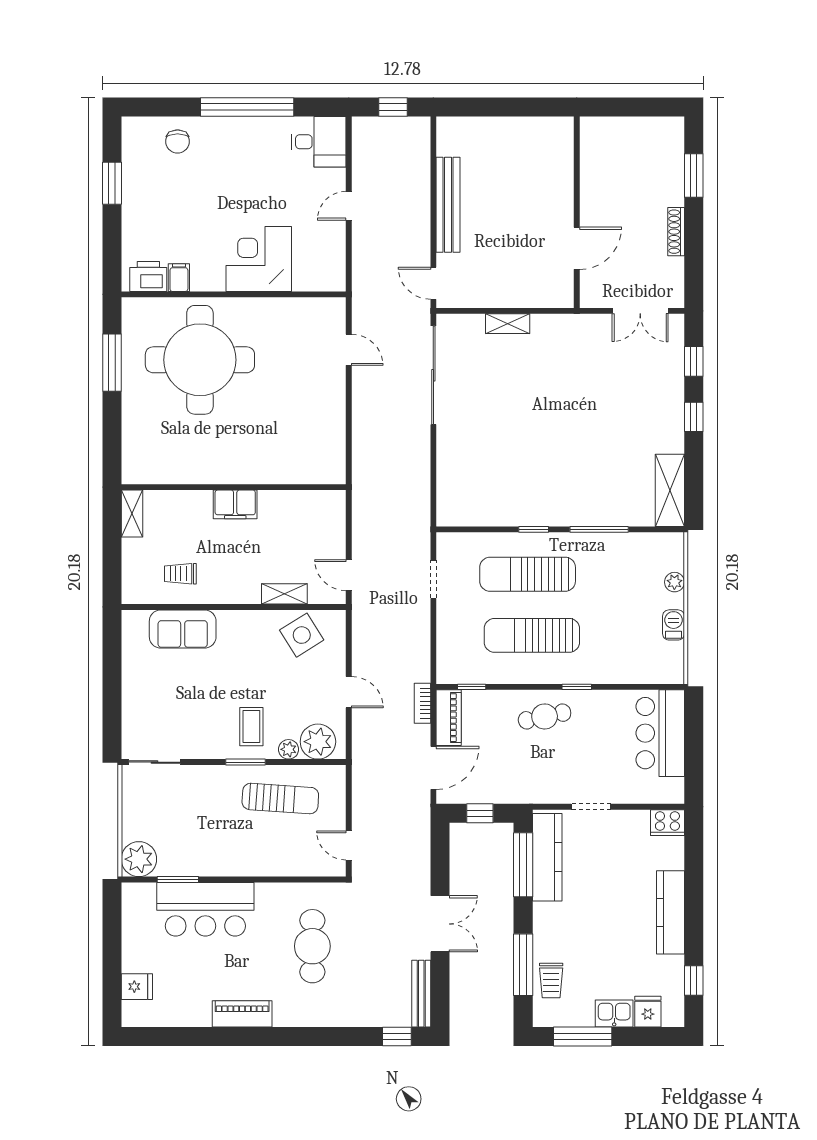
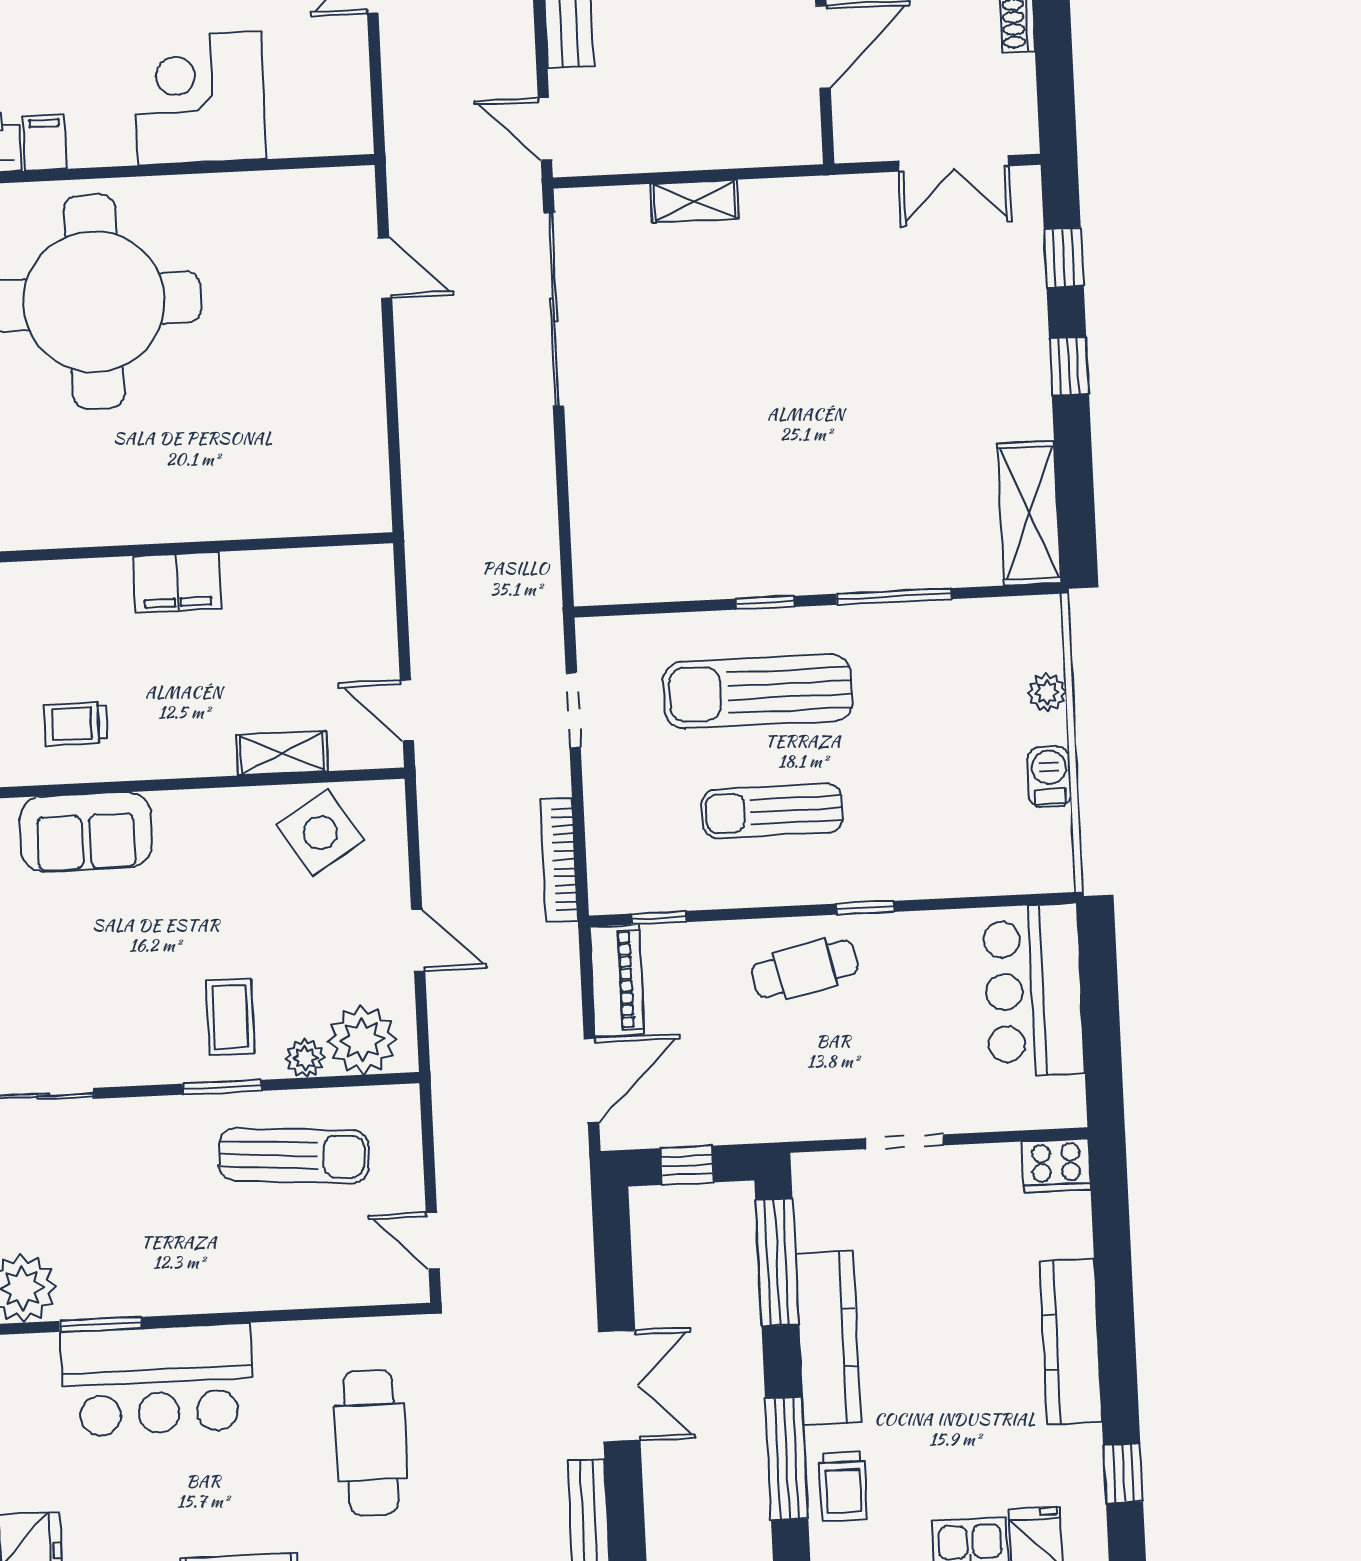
sun lounger: (532, 635) -> (772, 811), width x0.73, depth x0.75
bookcase: (423, 703) -> (559, 860), moved, width x1.56
kitchen counter: (547, 857) -> (828, 1338), moved

